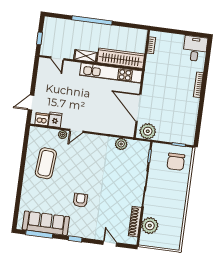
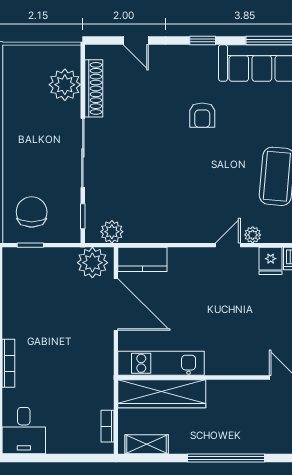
shelving: (86, 56) -> (147, 444), moved
kitchen unit: (111, 73) -> (161, 363), width x0.73
kitchen counter: (122, 129) -> (142, 259), added
plant: (121, 144) -> (112, 232), moved

